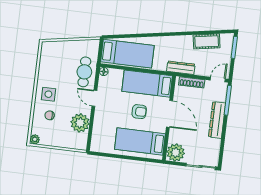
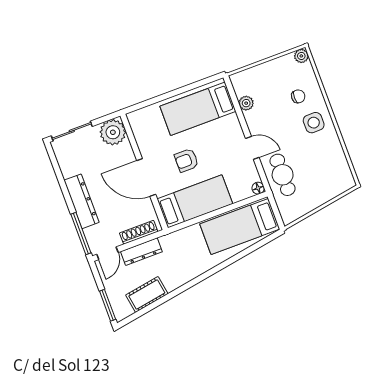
dresser: (181, 68) -> (141, 252), moved
plant: (80, 123) -> (246, 103), width x0.53, depth x0.53
bed: (140, 141) -> (198, 109), moved, turned 180

